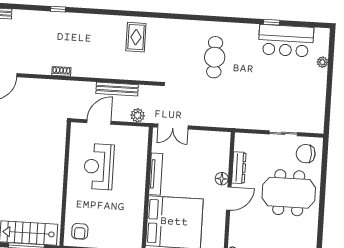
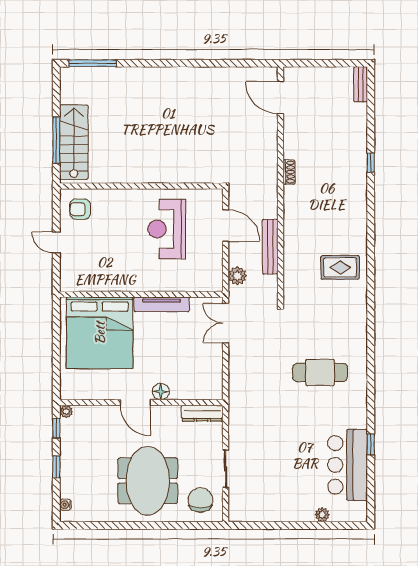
reception desk: (99, 167) -> (167, 229), turned -90
dresser: (239, 168) -> (202, 413), moved

